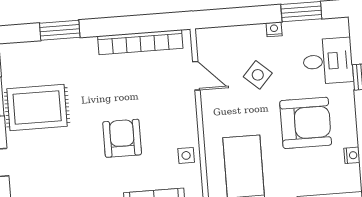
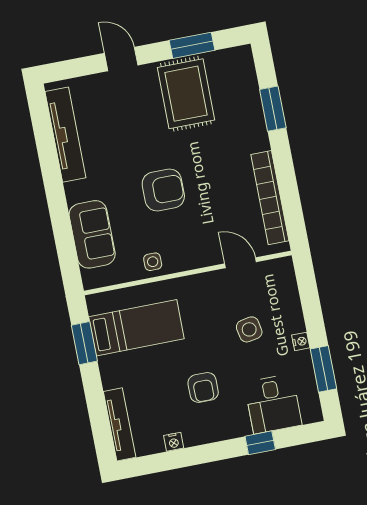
side table: (258, 75) -> (249, 329), turned 37
door: (196, 76) -> (241, 263), swing flipped
armchair: (306, 123) -> (203, 387), width x0.53, depth x0.53

